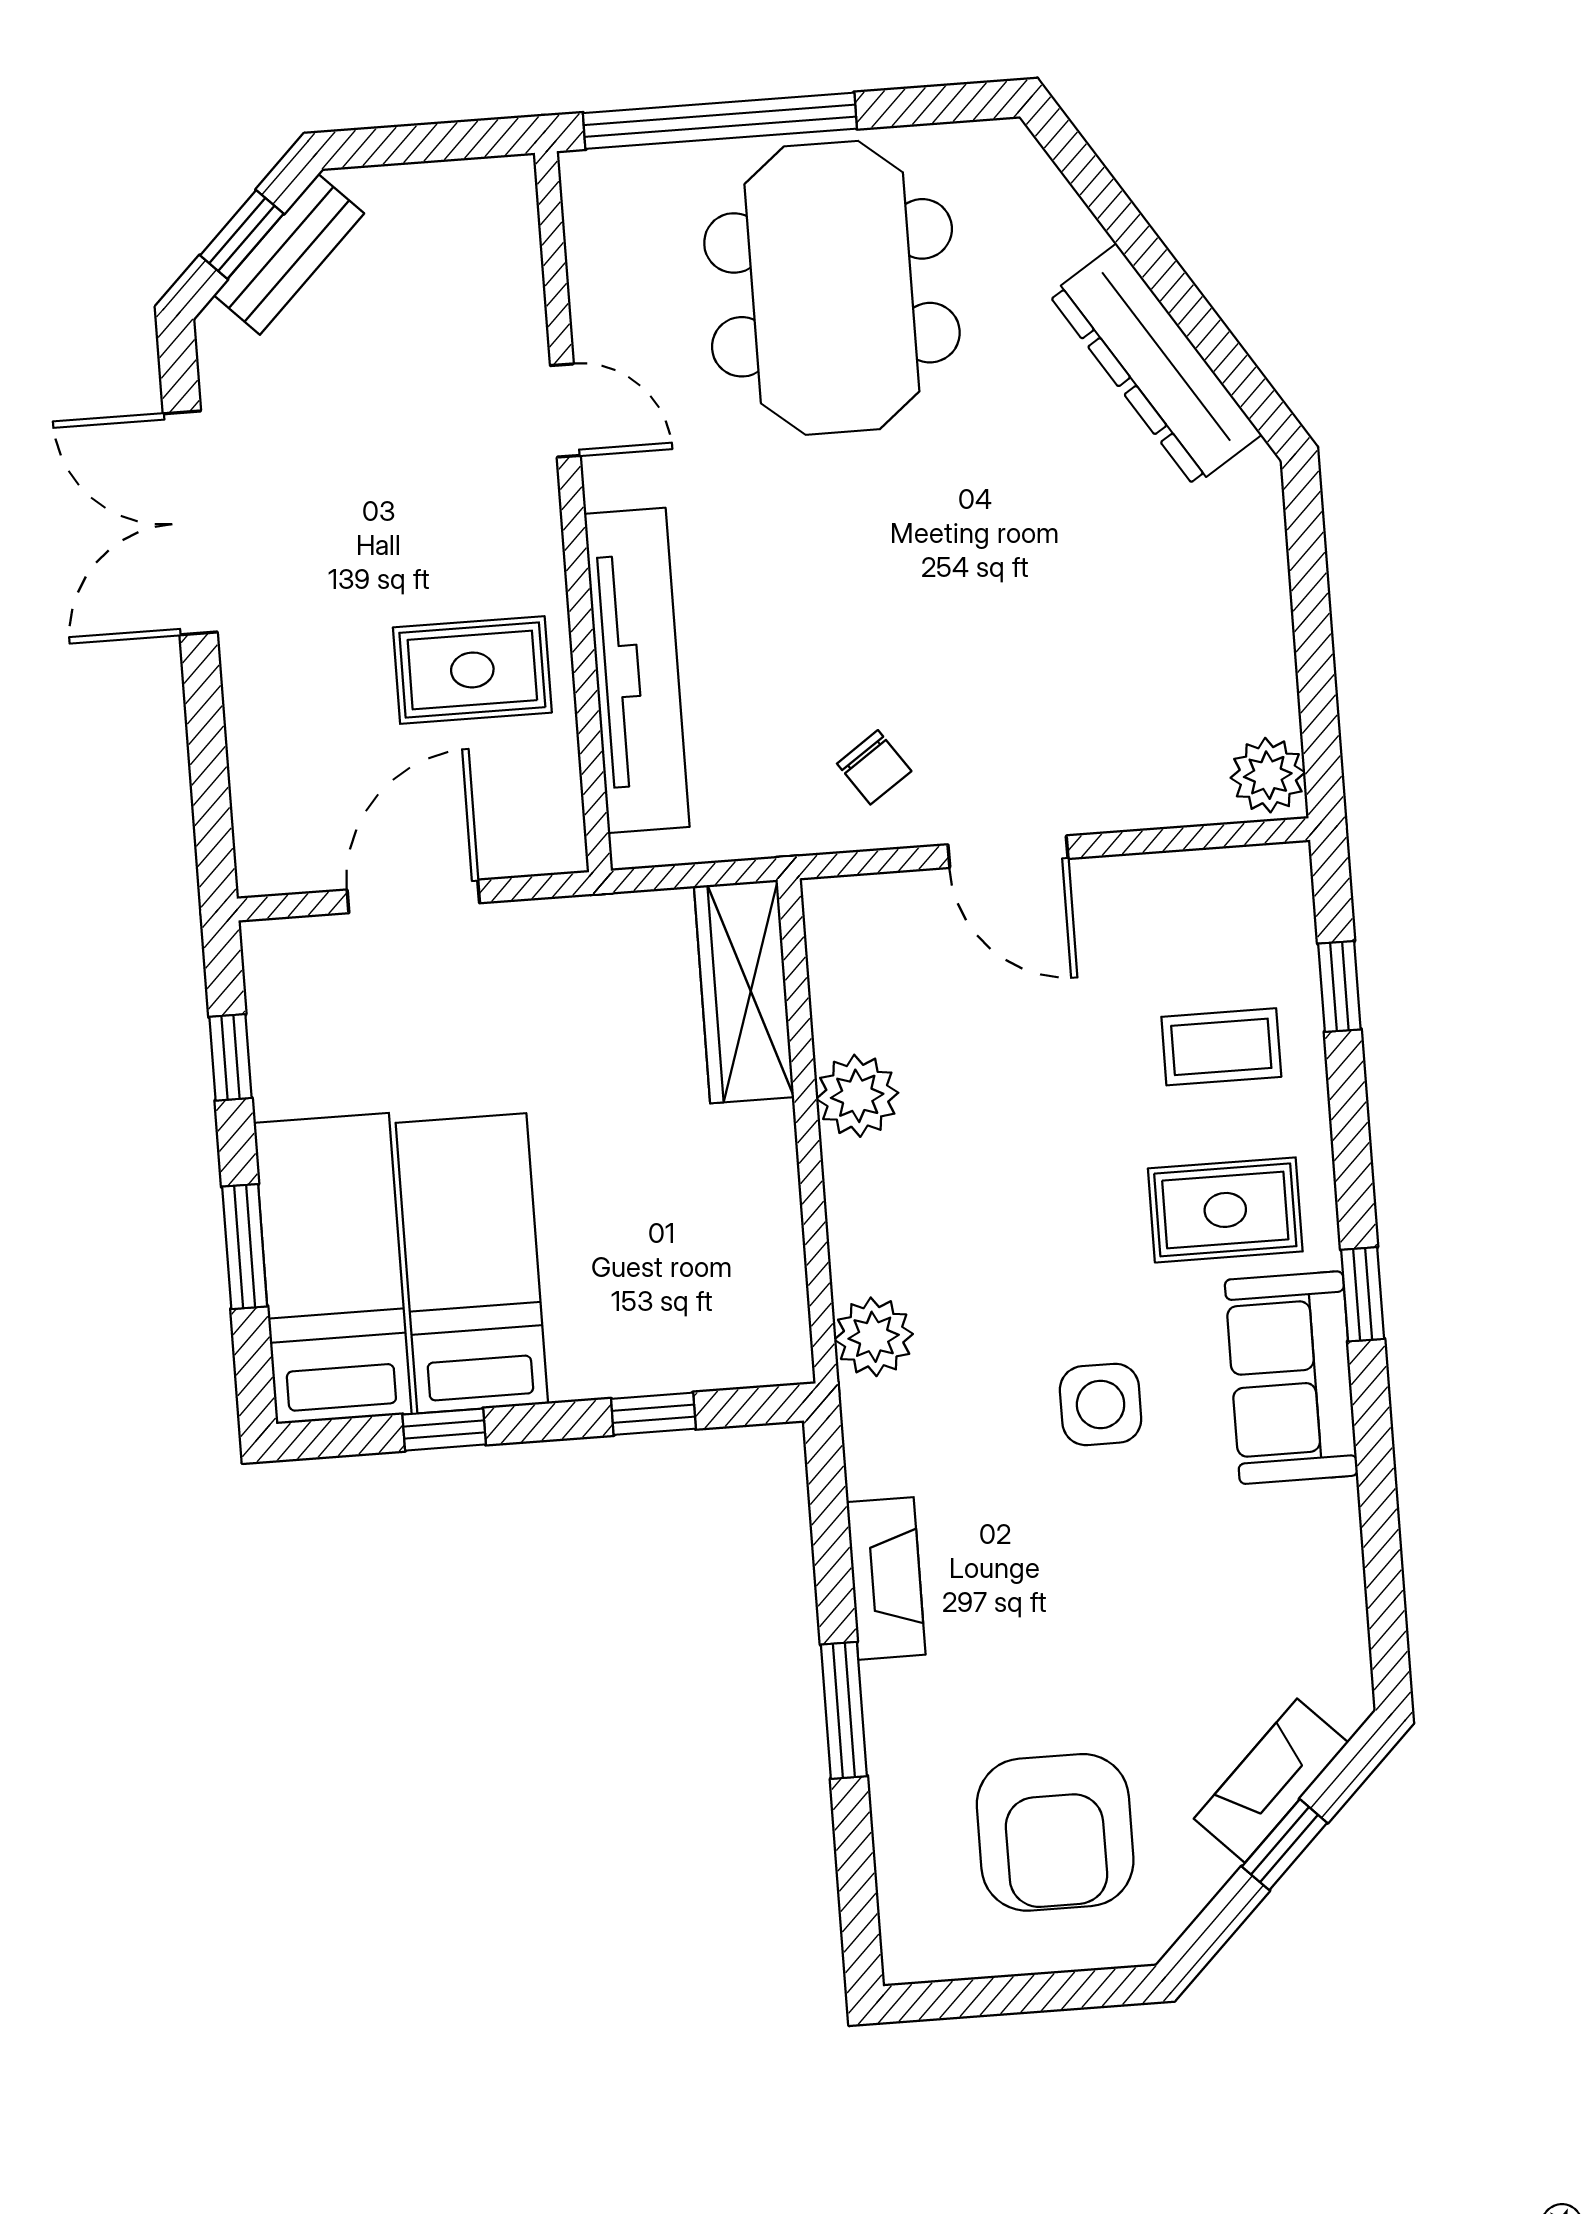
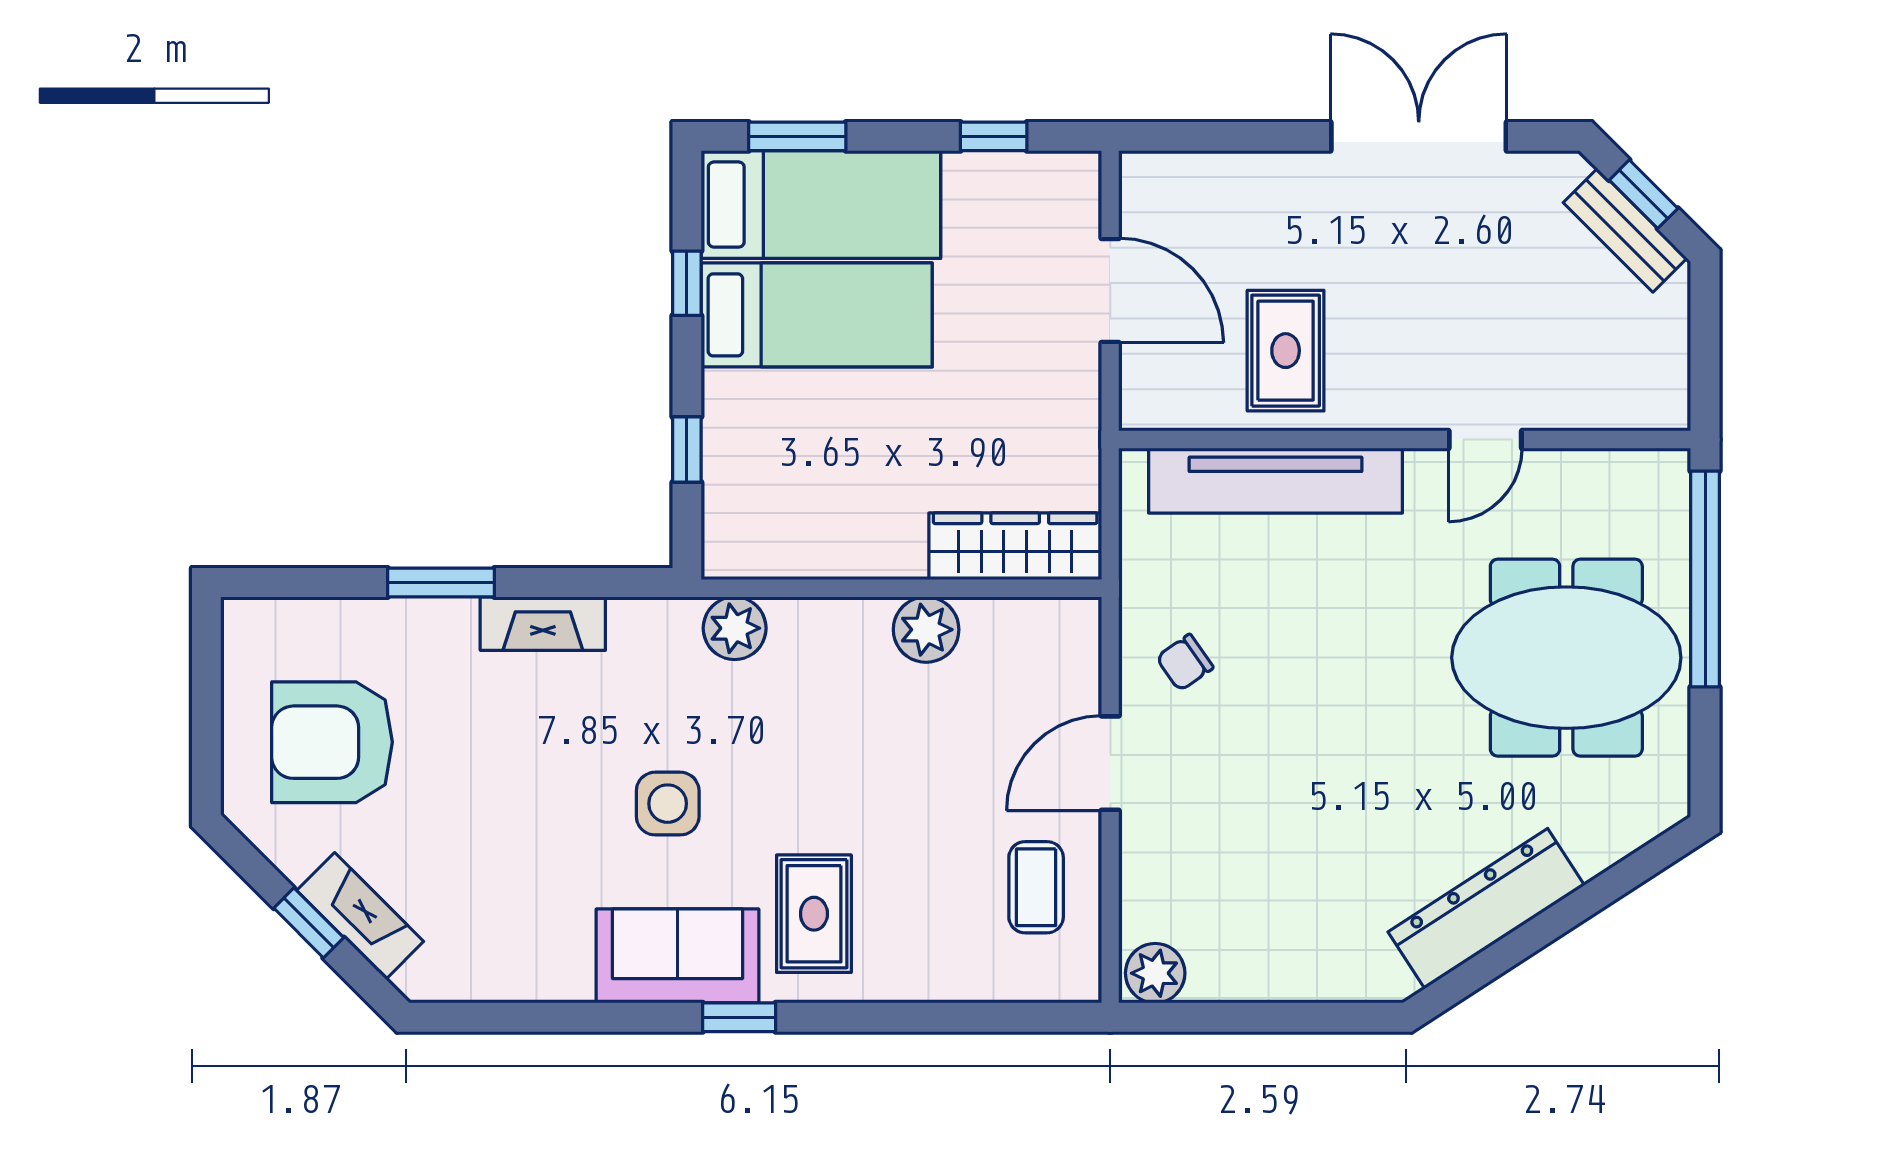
window: (1339, 987) -> (984, 1017), removed
coffee table: (1221, 1047) -> (1036, 887), moved
window: (245, 1247) -> (797, 136), moved

